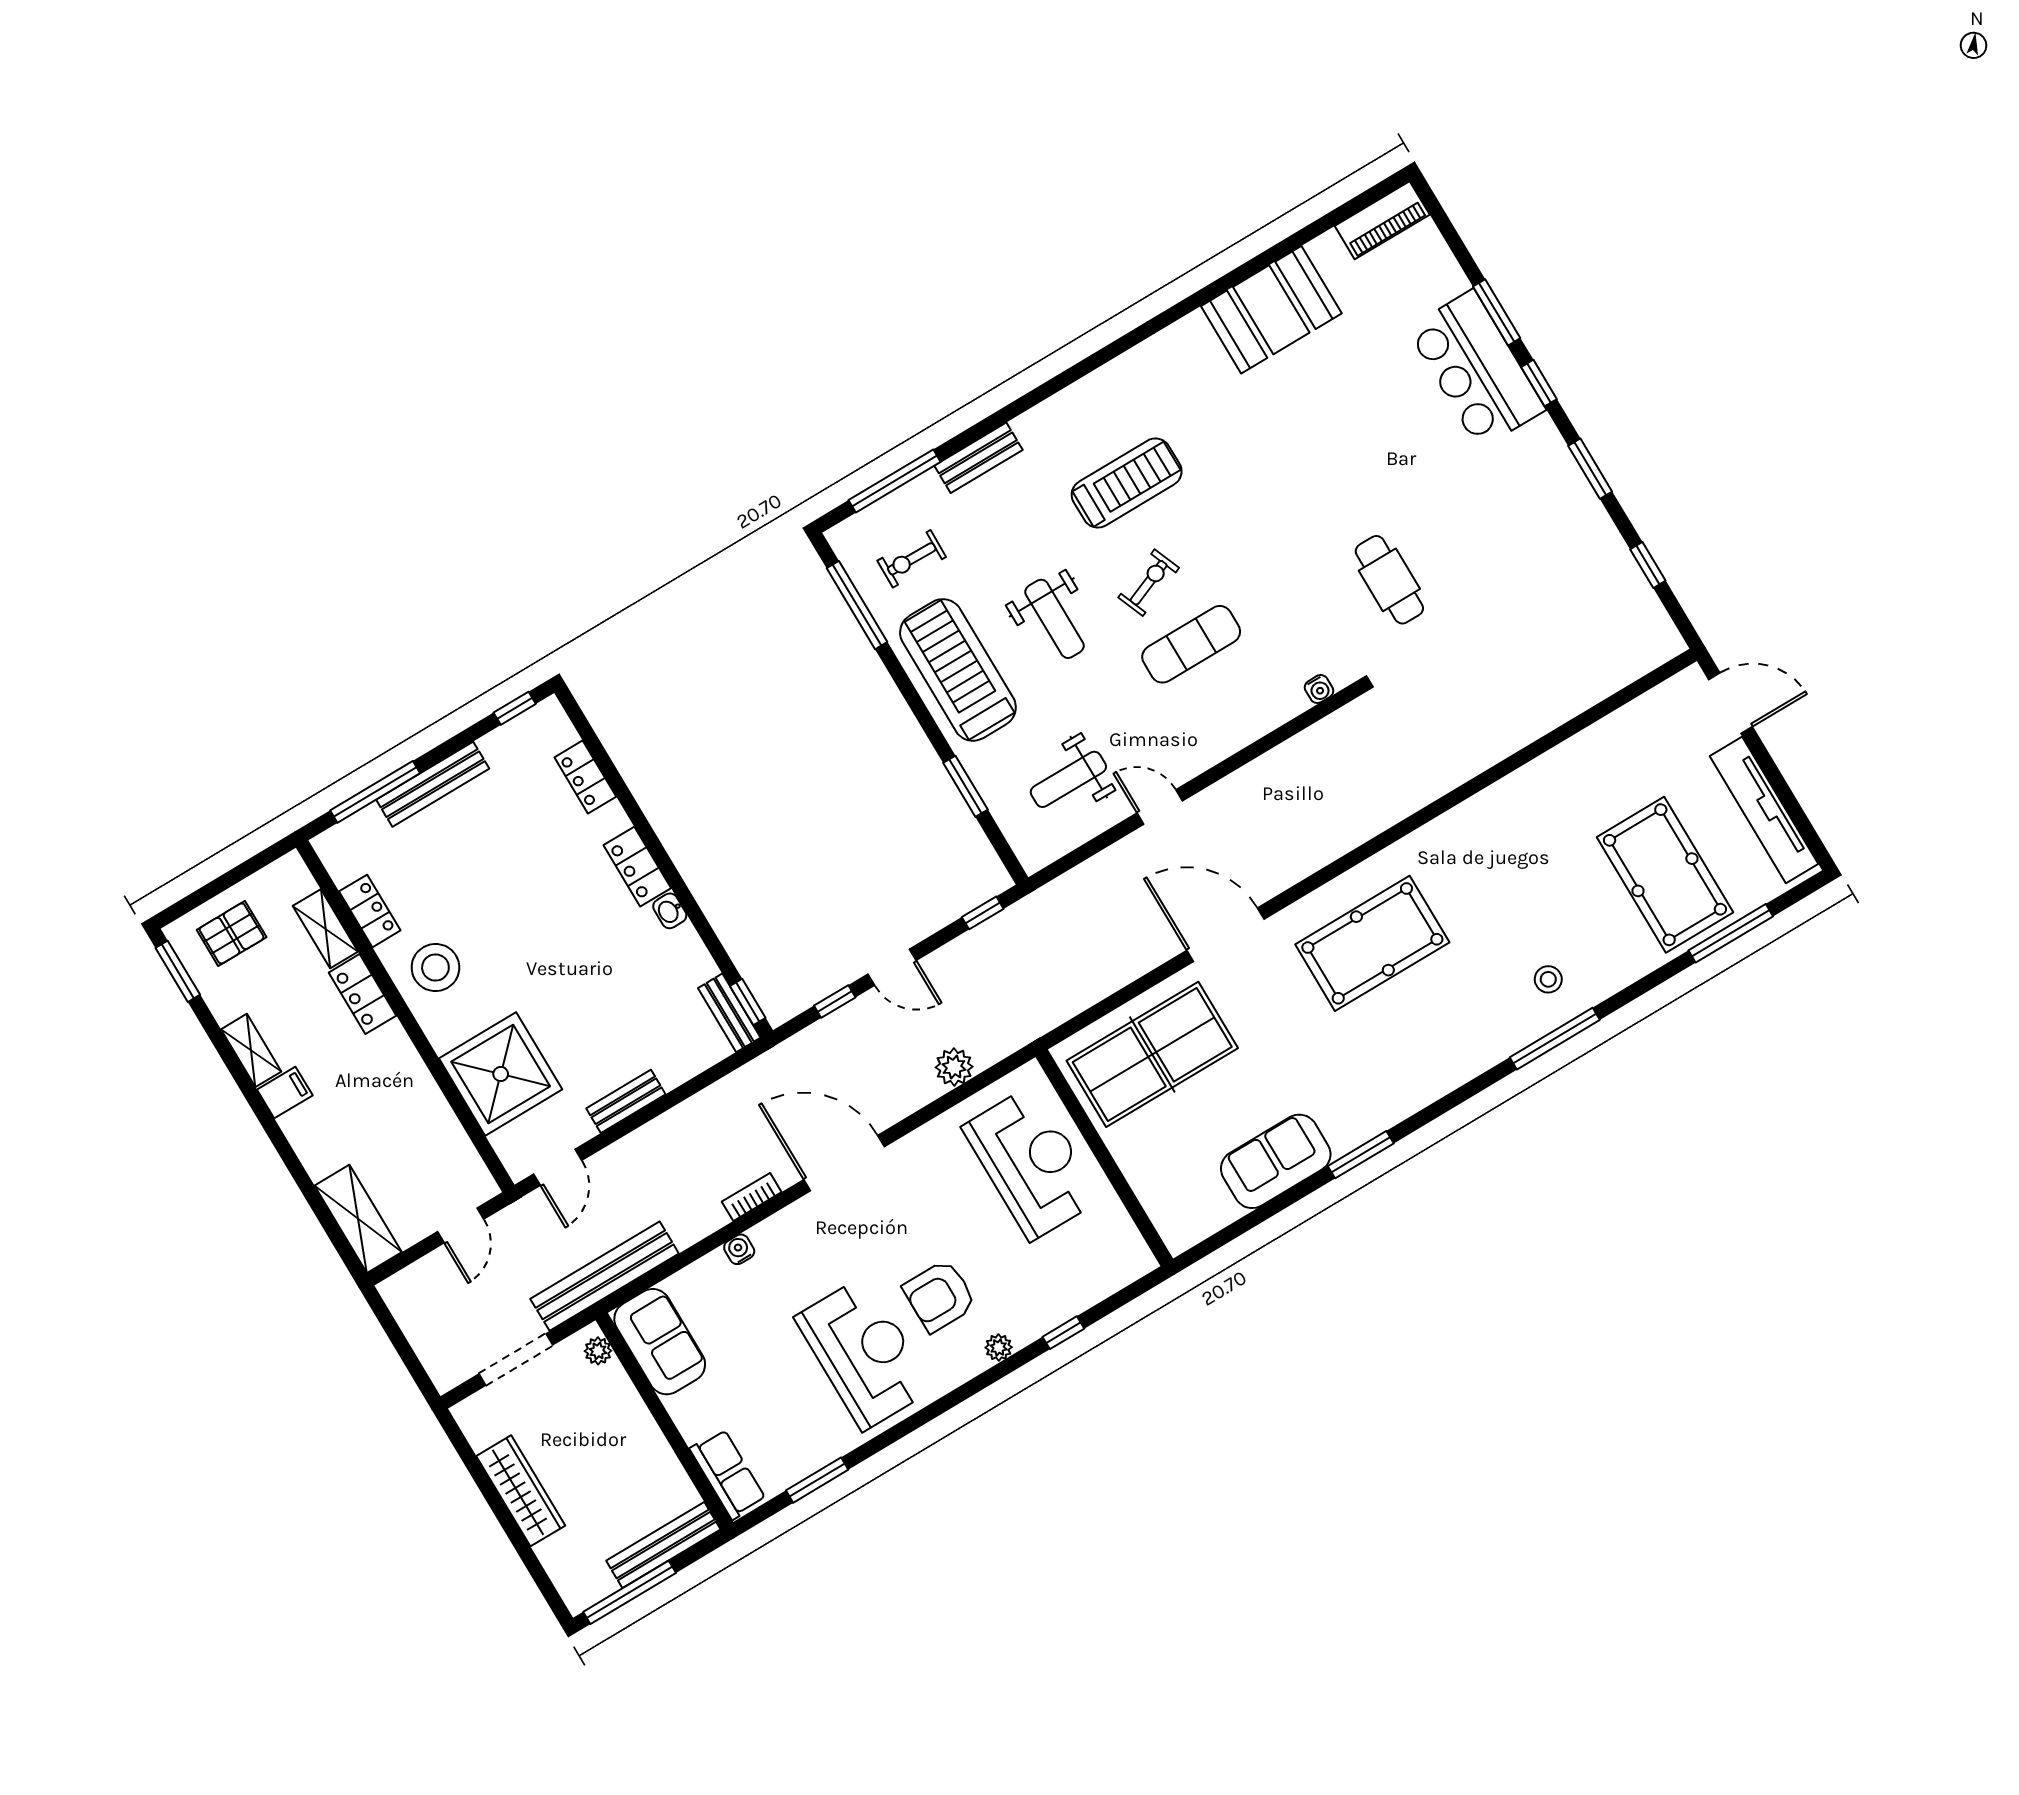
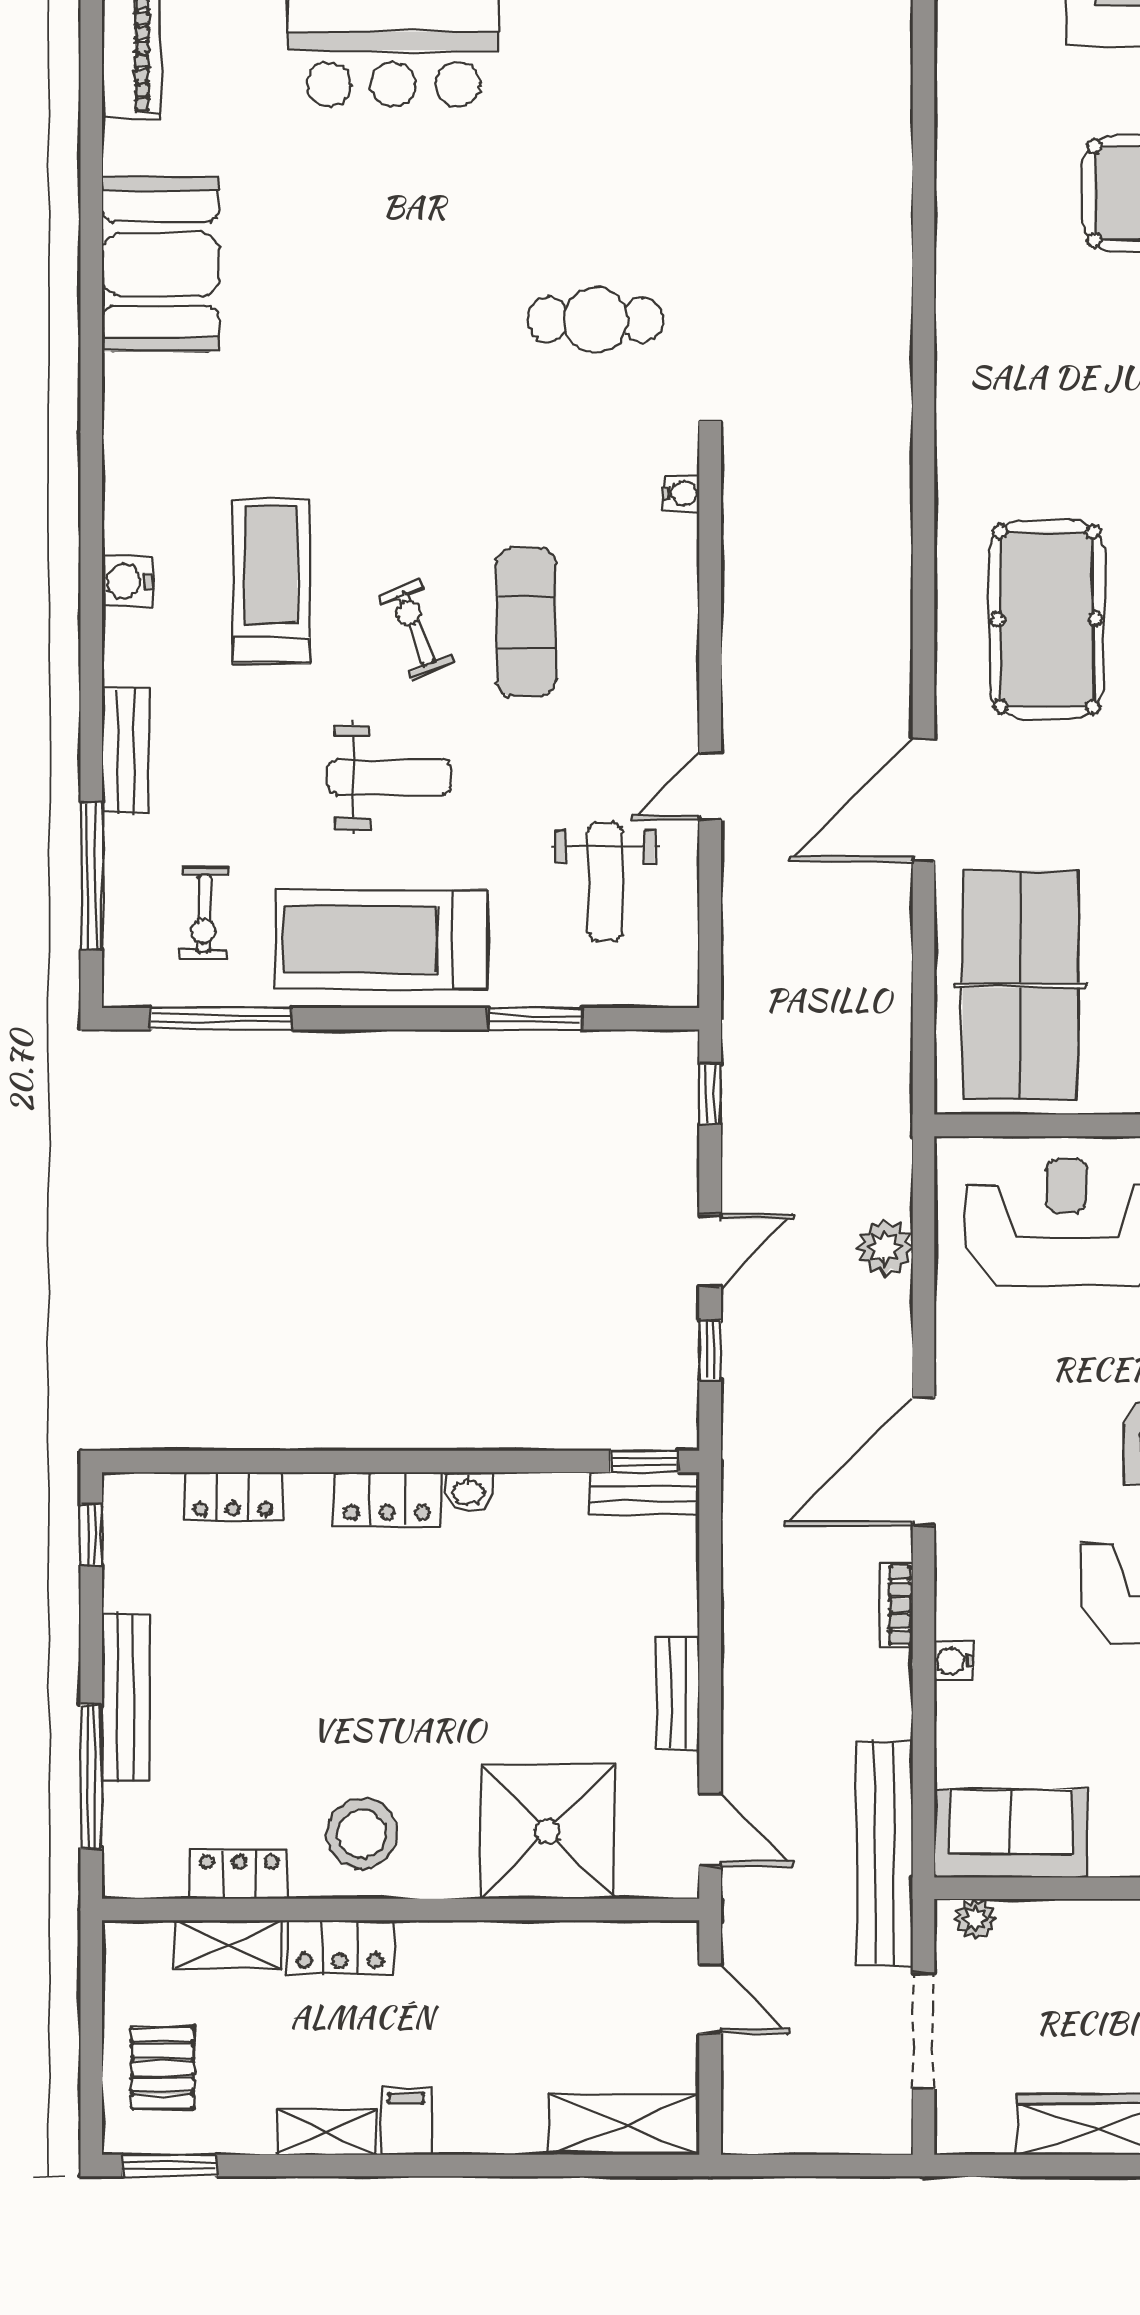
water cooler: (1077, 400) -> (127, 581), added

